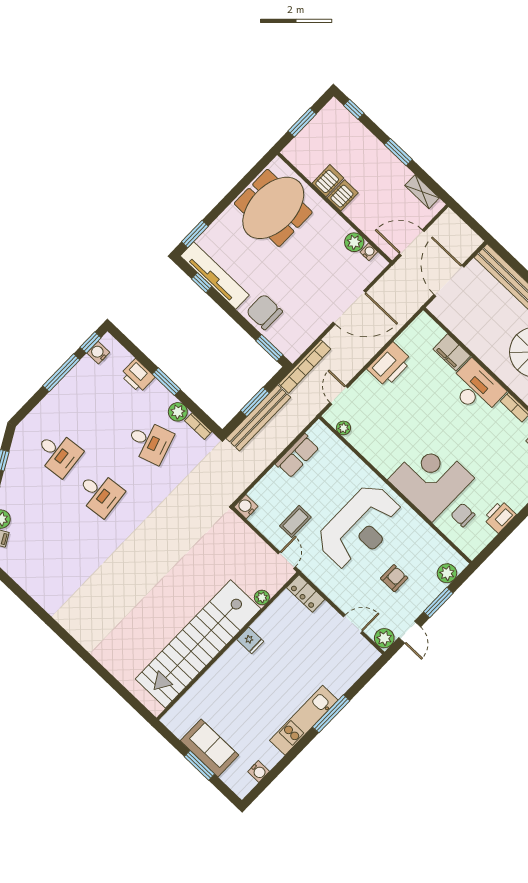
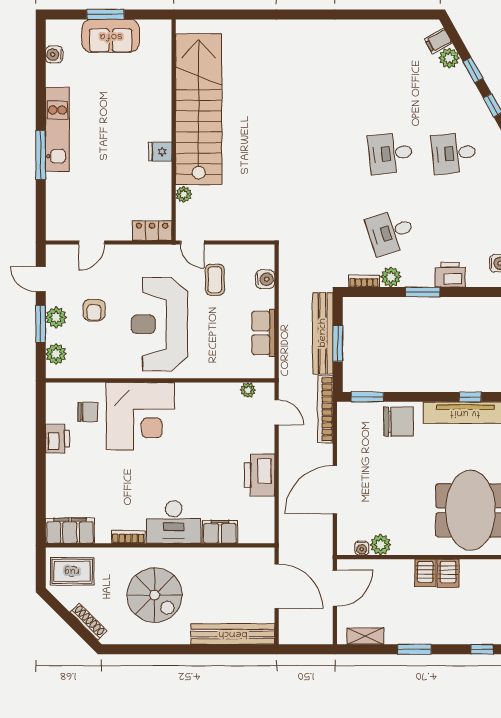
water cooler: (246, 507) -> (265, 279), moved
plant: (384, 638) -> (56, 317), moved

